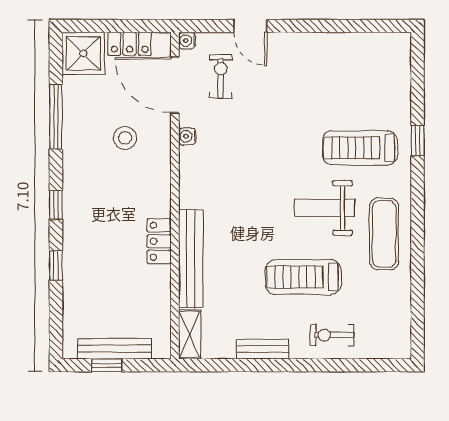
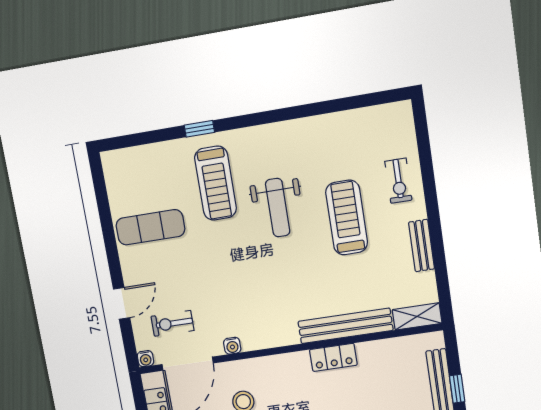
exercise mat: (384, 234) -> (150, 227), moved
treadmill: (303, 277) -> (347, 218), turned 180

